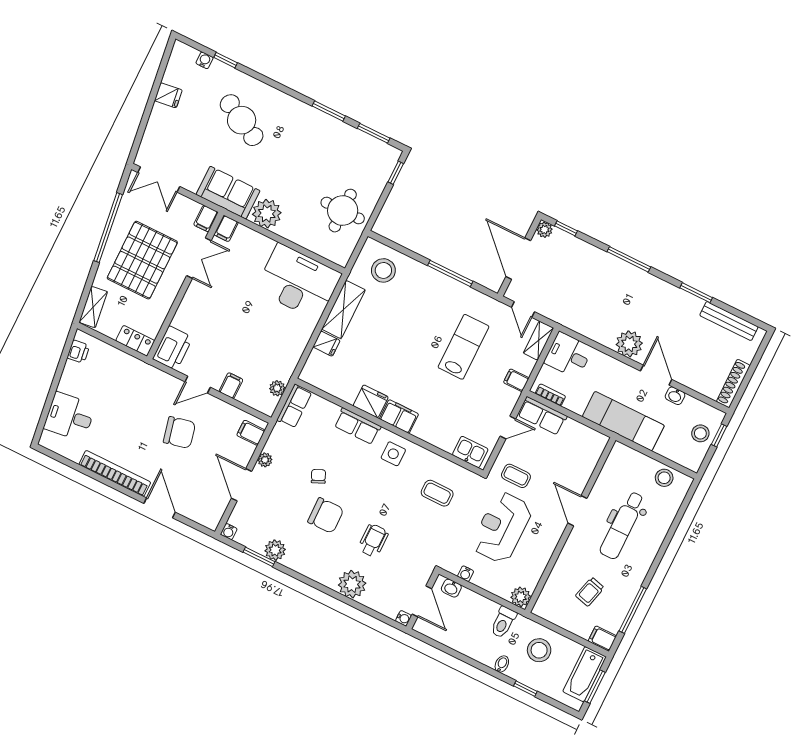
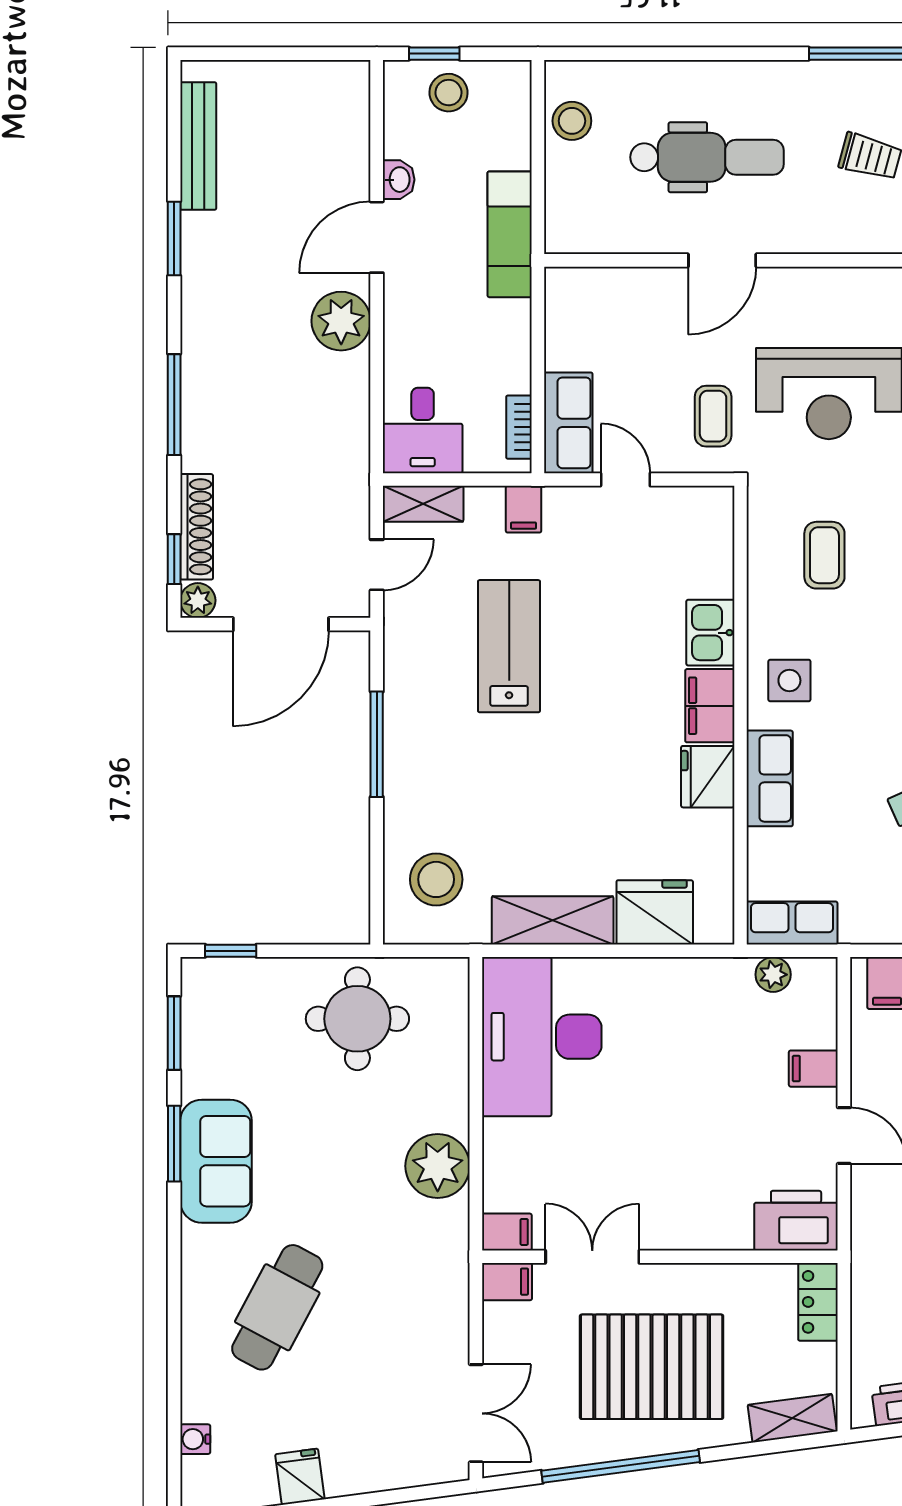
window: (226, 60) -> (174, 1398), removed
sofa: (228, 193) -> (216, 1161), moved, turned 180
fridge: (326, 344) -> (655, 912), width x1.88, depth x1.34
lab bench: (463, 347) -> (509, 646), turned 90
shoe rack: (733, 384) -> (197, 527), moved, turned -90
exam couch: (623, 421) -> (510, 234), width x0.73, depth x0.69
kitchen sink: (470, 452) -> (710, 633), moved

